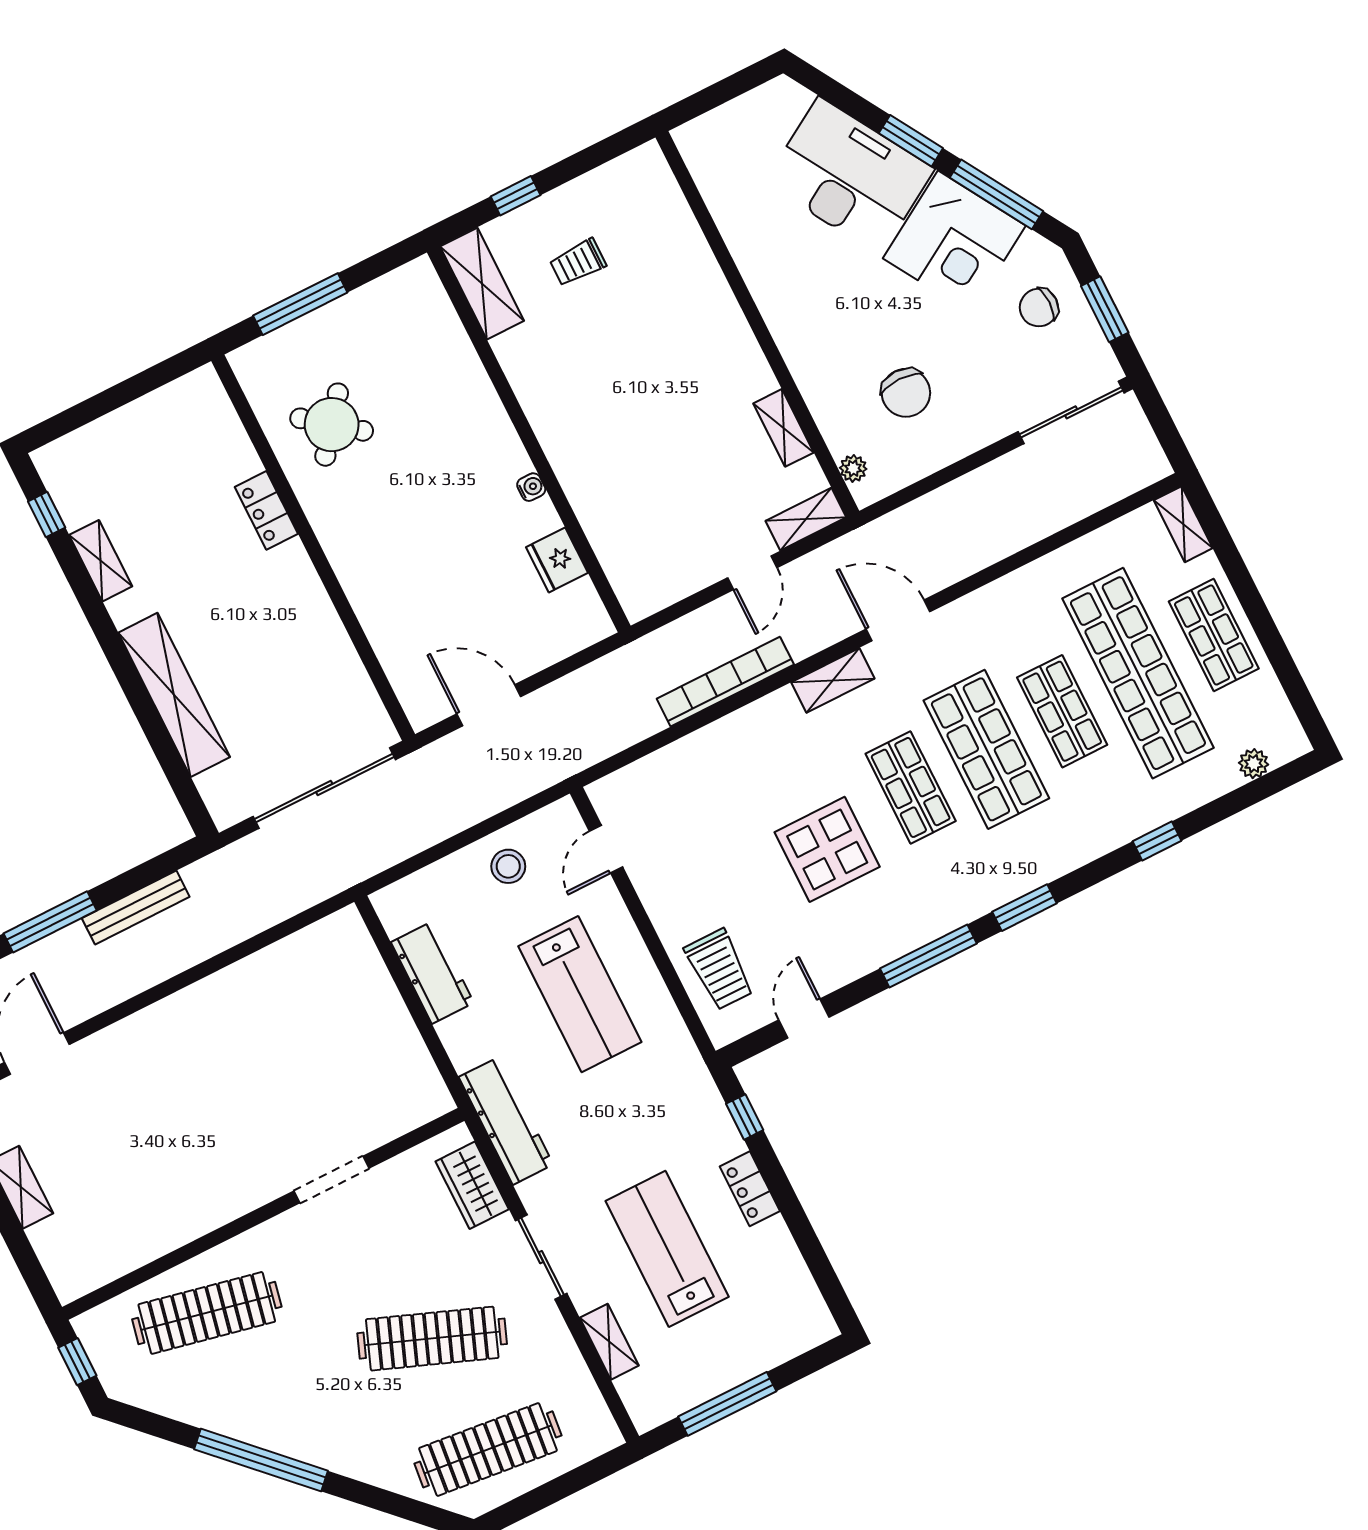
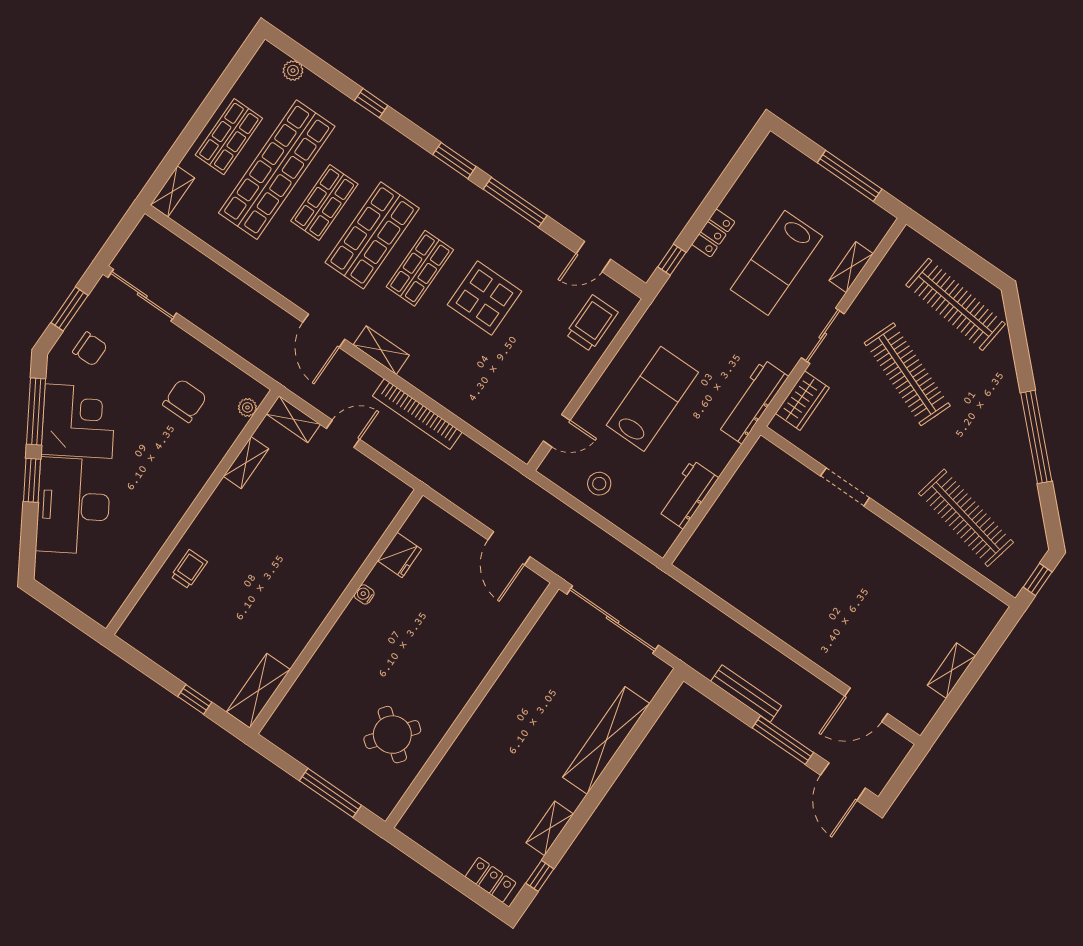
trolley: (578, 262) -> (189, 569), moved, turned -90
locker: (266, 510) -> (491, 880), moved, turned -90

